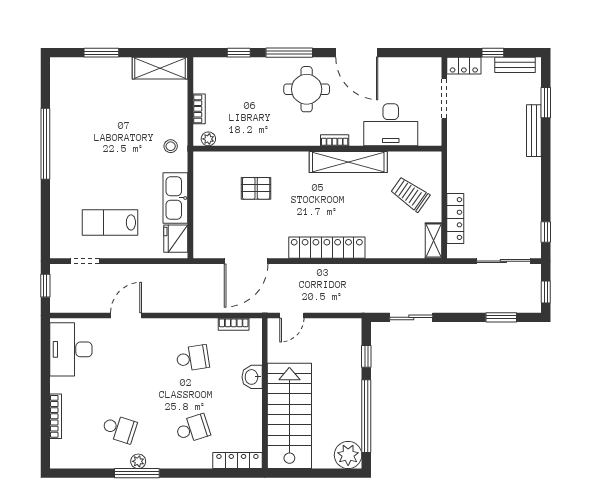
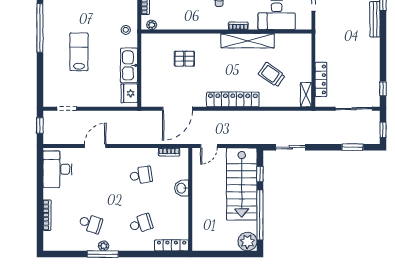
trolley: (410, 194) -> (272, 75), moved
lab bench: (110, 222) -> (79, 52), moved, turned 90
stairs: (289, 416) -> (242, 184), moved, turned 180

